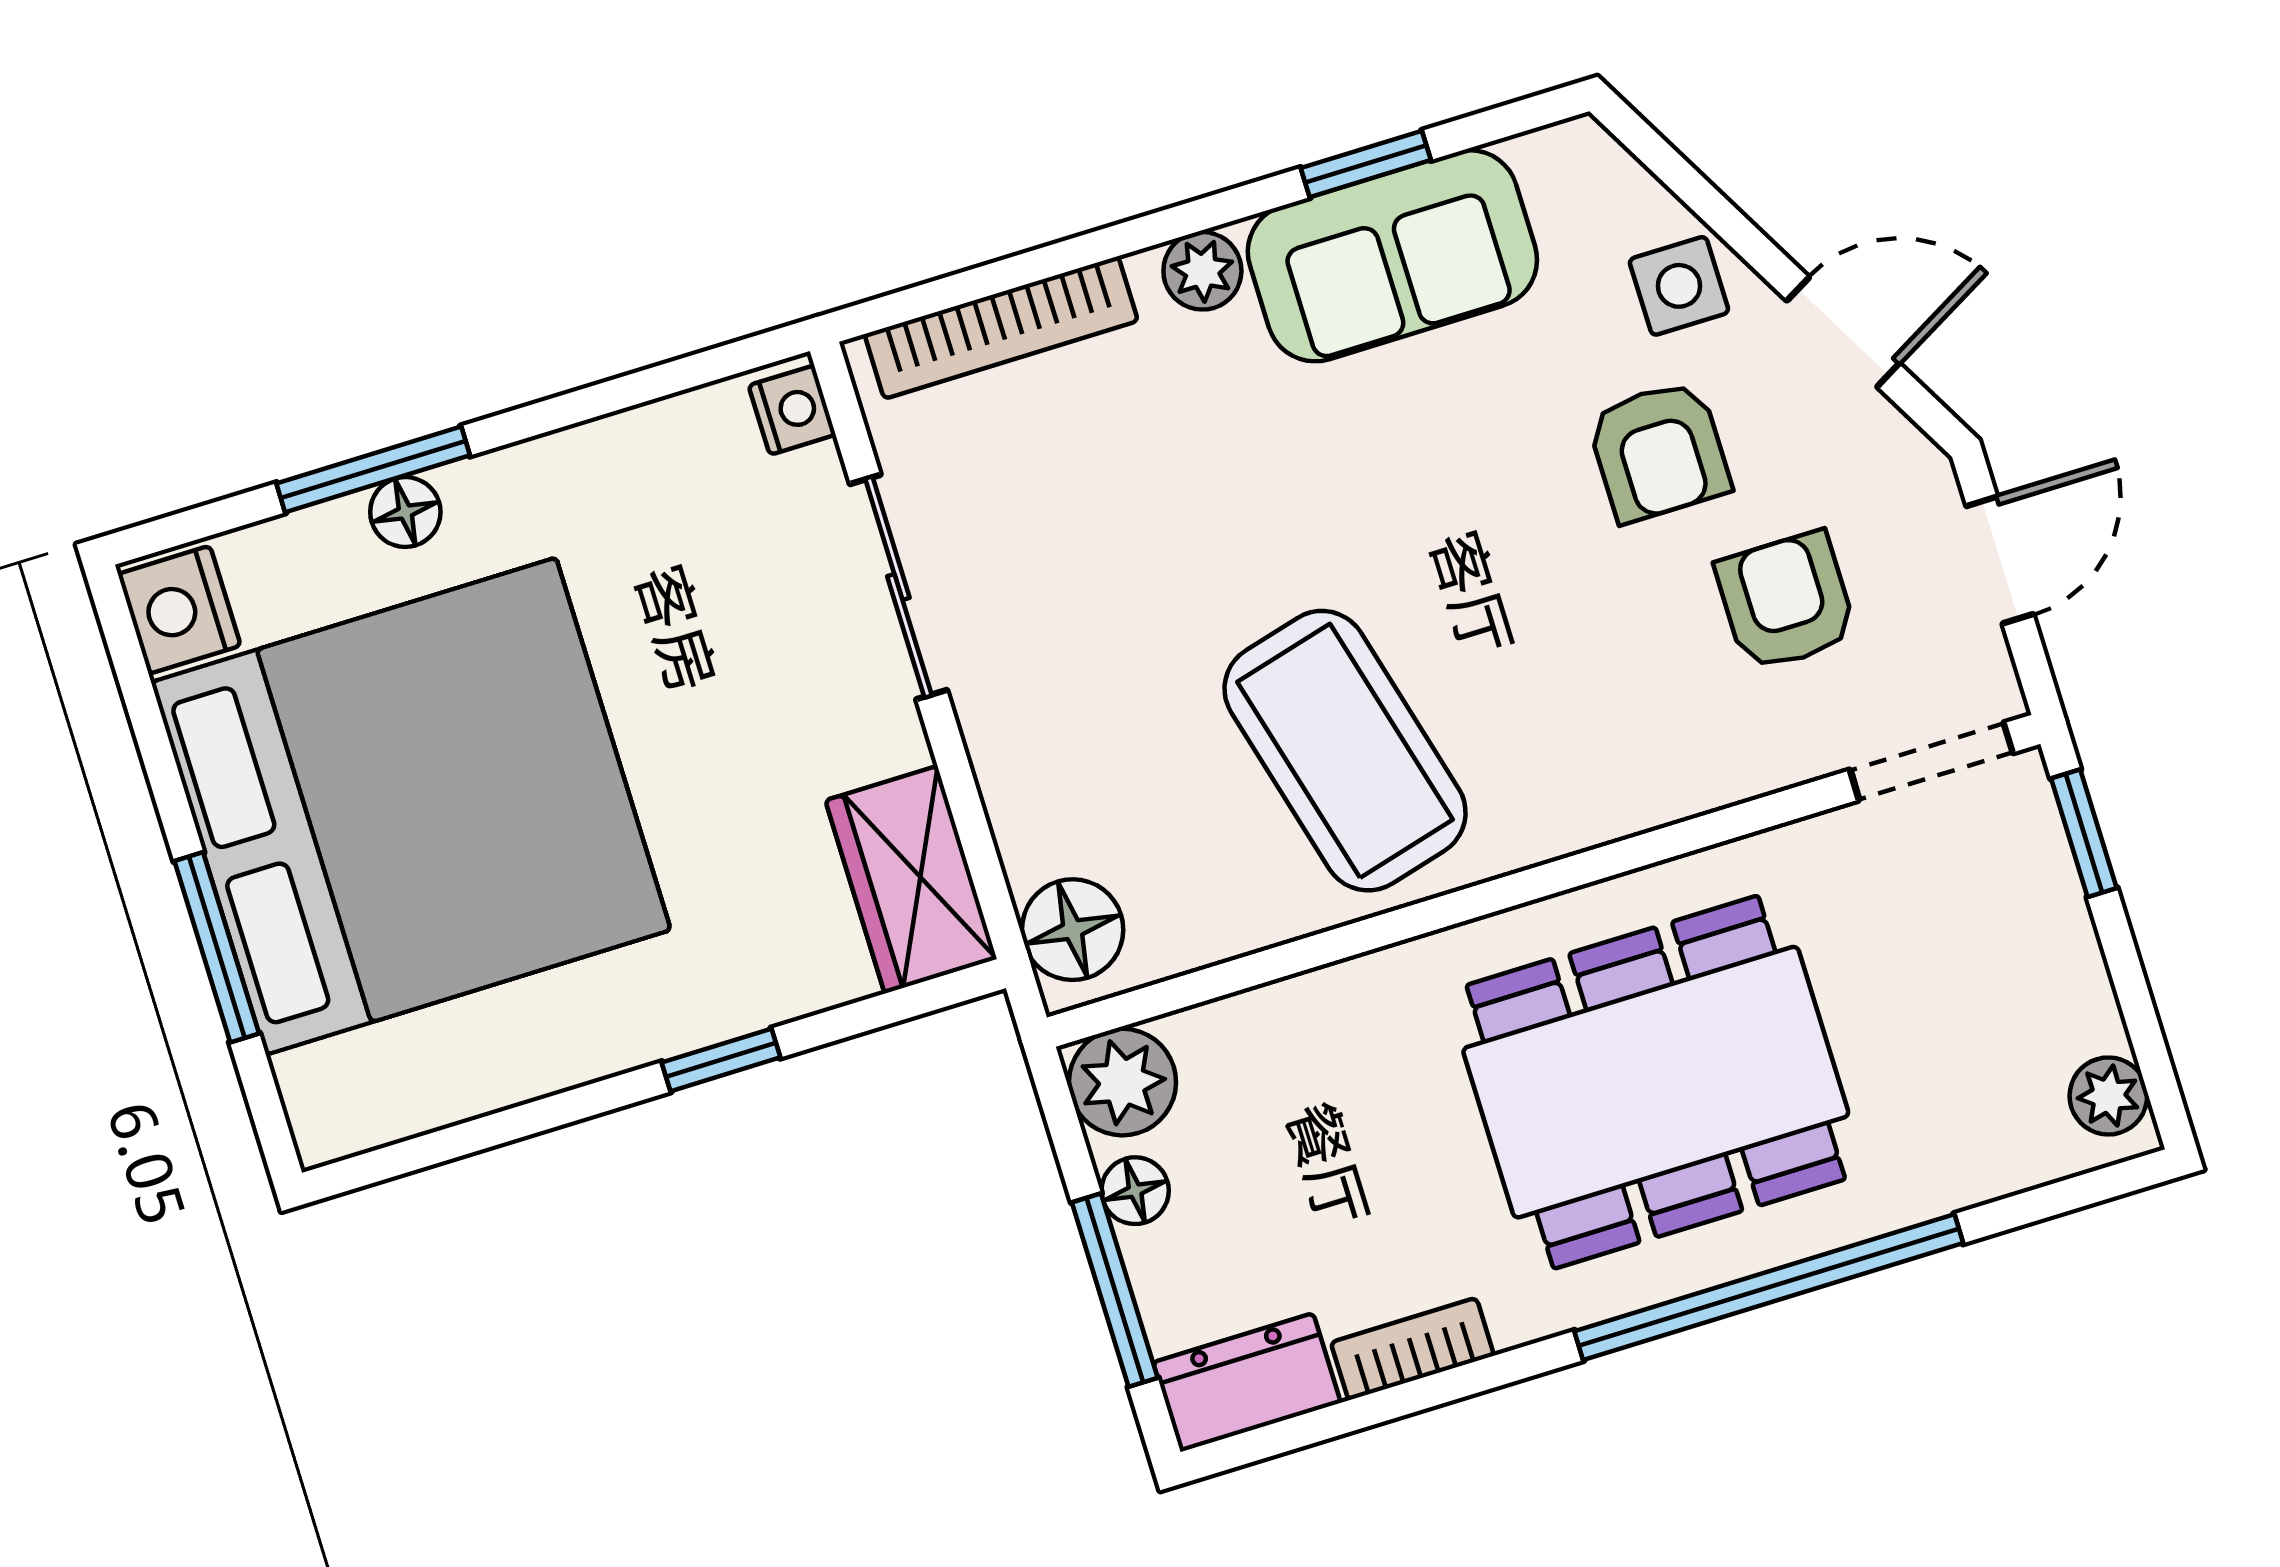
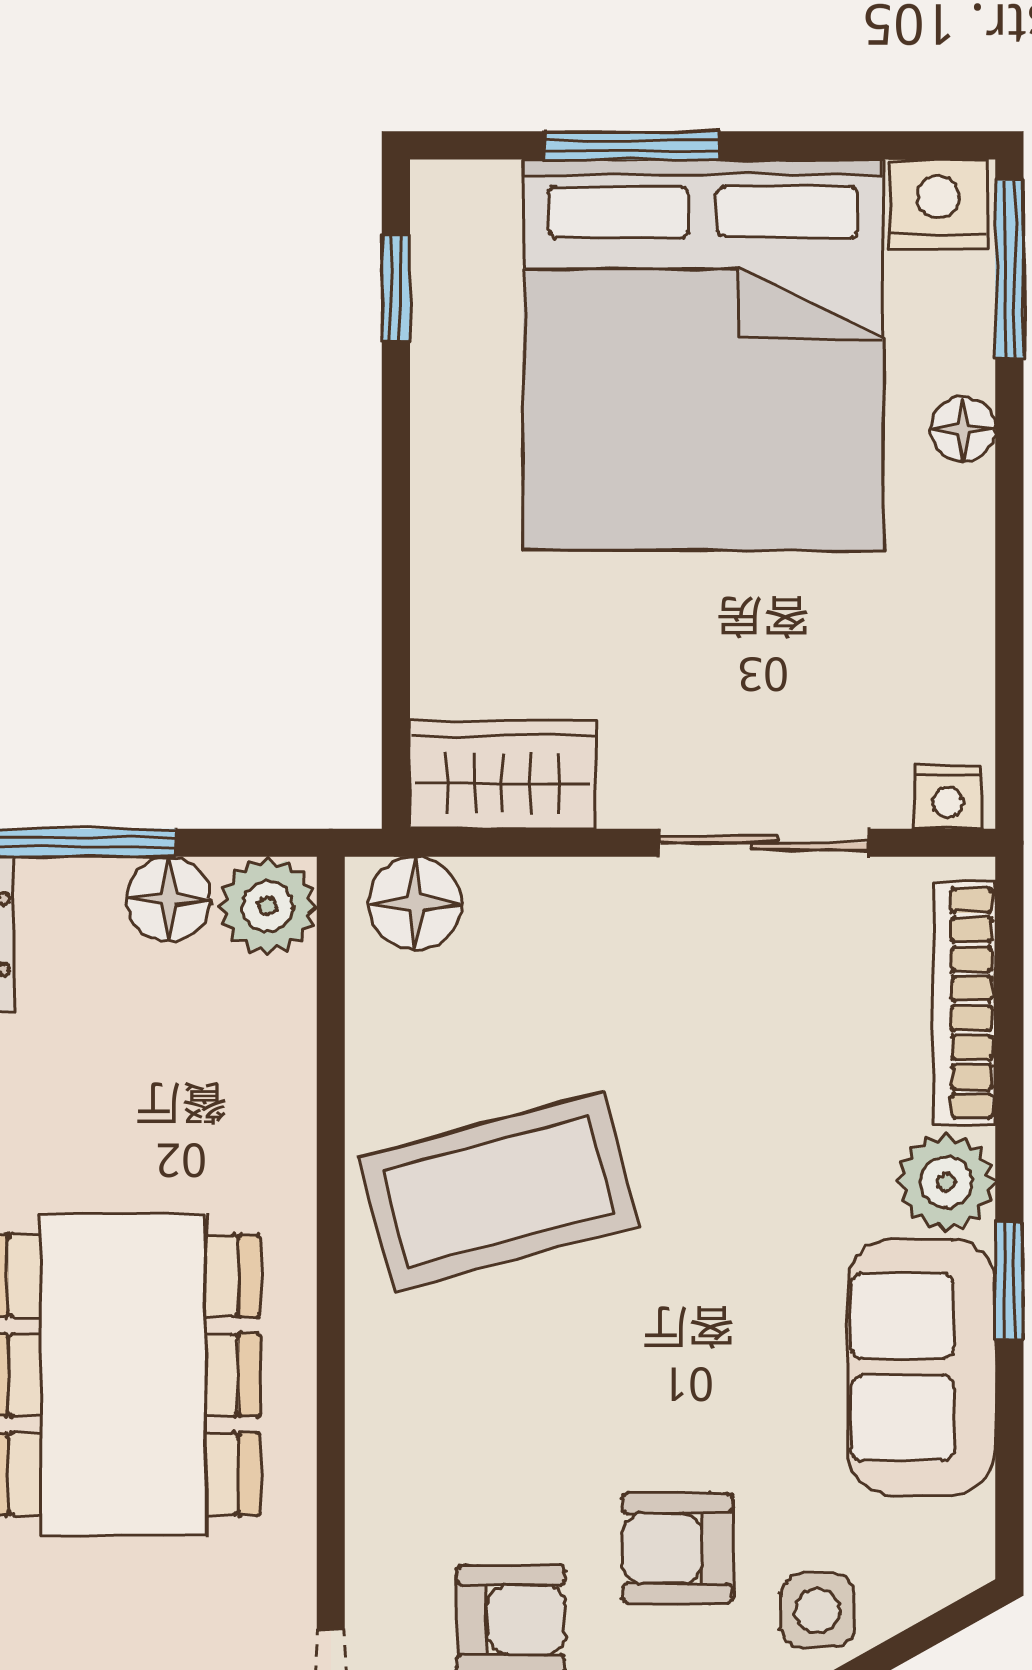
window: (1366, 164) -> (1009, 1281), moved
plant: (1202, 271) -> (946, 1182), width x1.38, depth x1.38
window: (373, 469) -> (1009, 269), moved
window: (721, 1060) -> (396, 288), moved
floor lamp: (1135, 1191) -> (169, 899), width x1.37, depth x1.37

